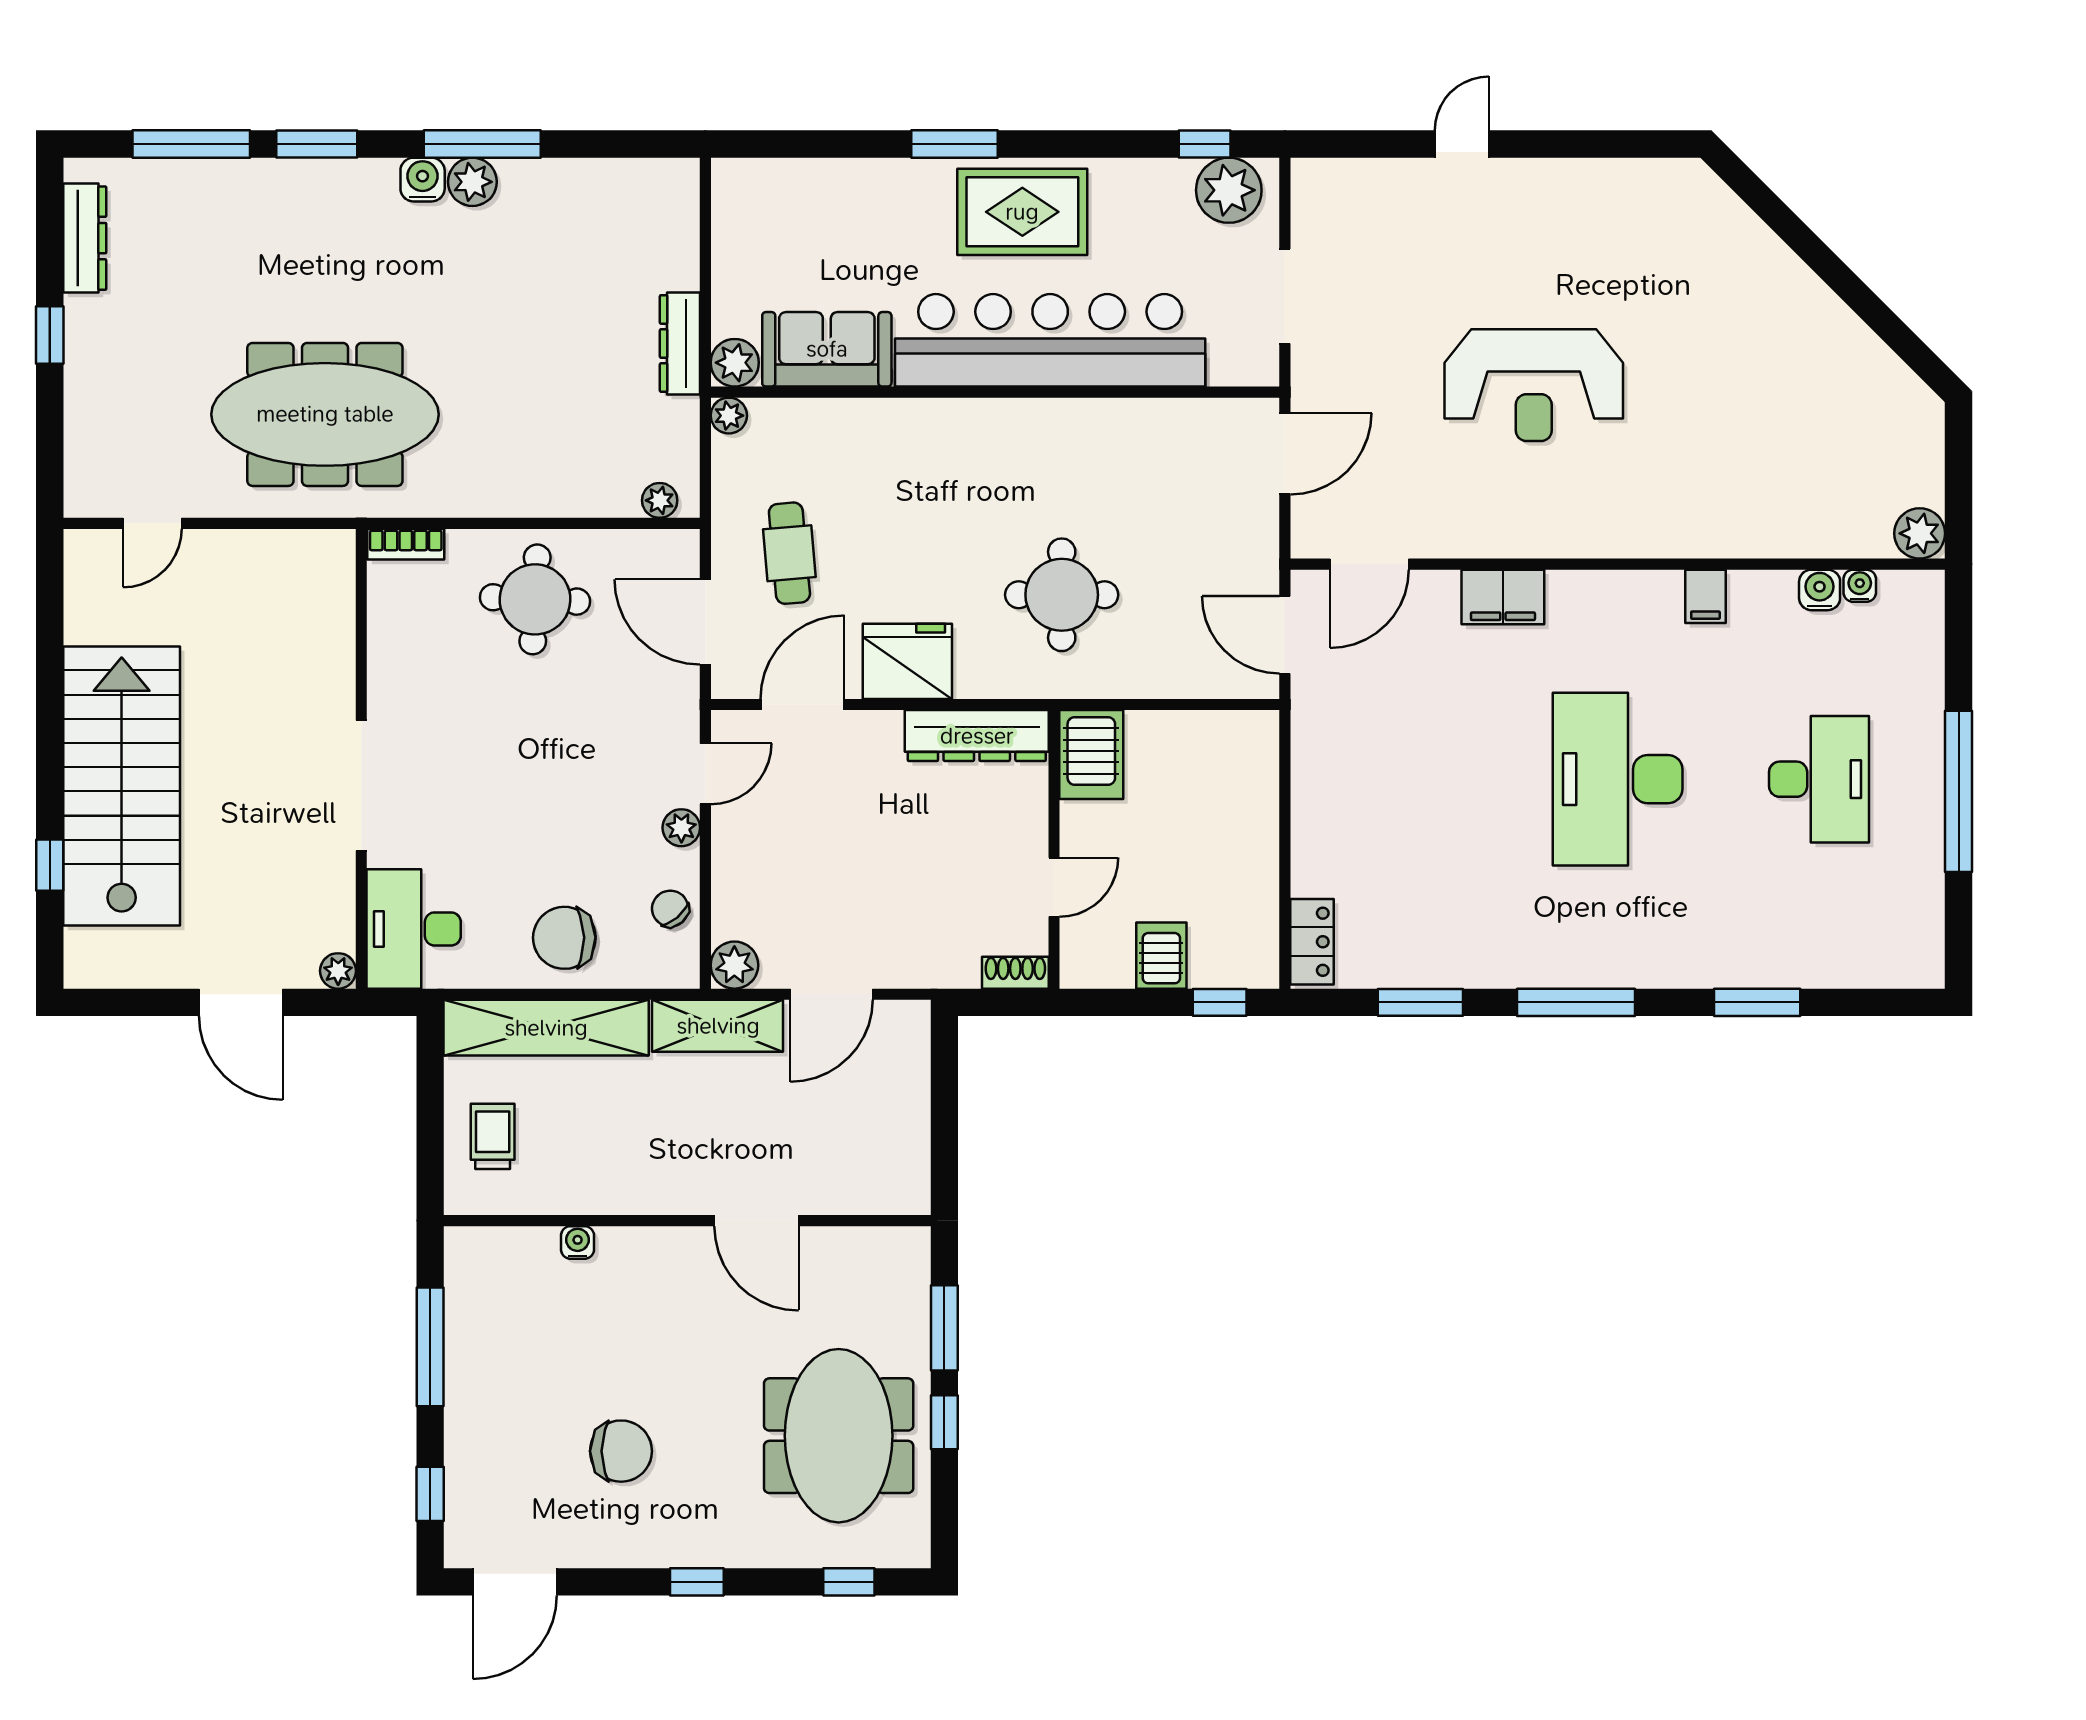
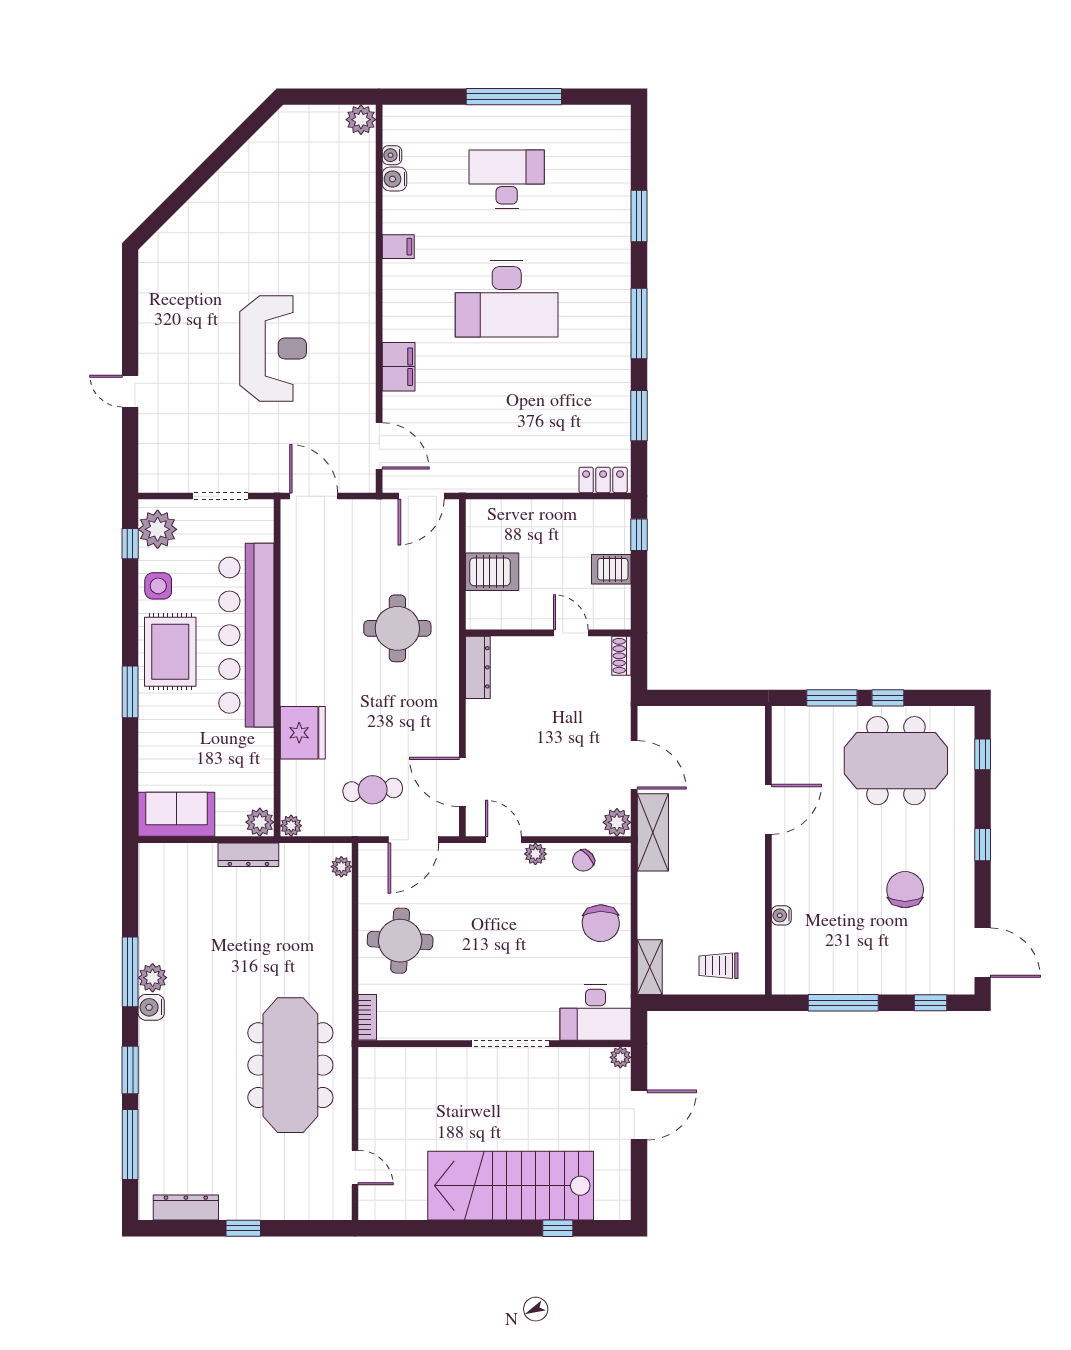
side table: (1133, 191) -> (158, 586), added
sofa: (827, 349) -> (176, 814), moved, turned 90
fridge: (907, 661) -> (303, 733), moved, turned 180
dresser: (977, 736) -> (478, 667), width x0.73, depth x0.80
server rack: (1091, 755) -> (492, 572), moved
shelving: (546, 1028) -> (650, 967), width x0.45, depth x0.75

